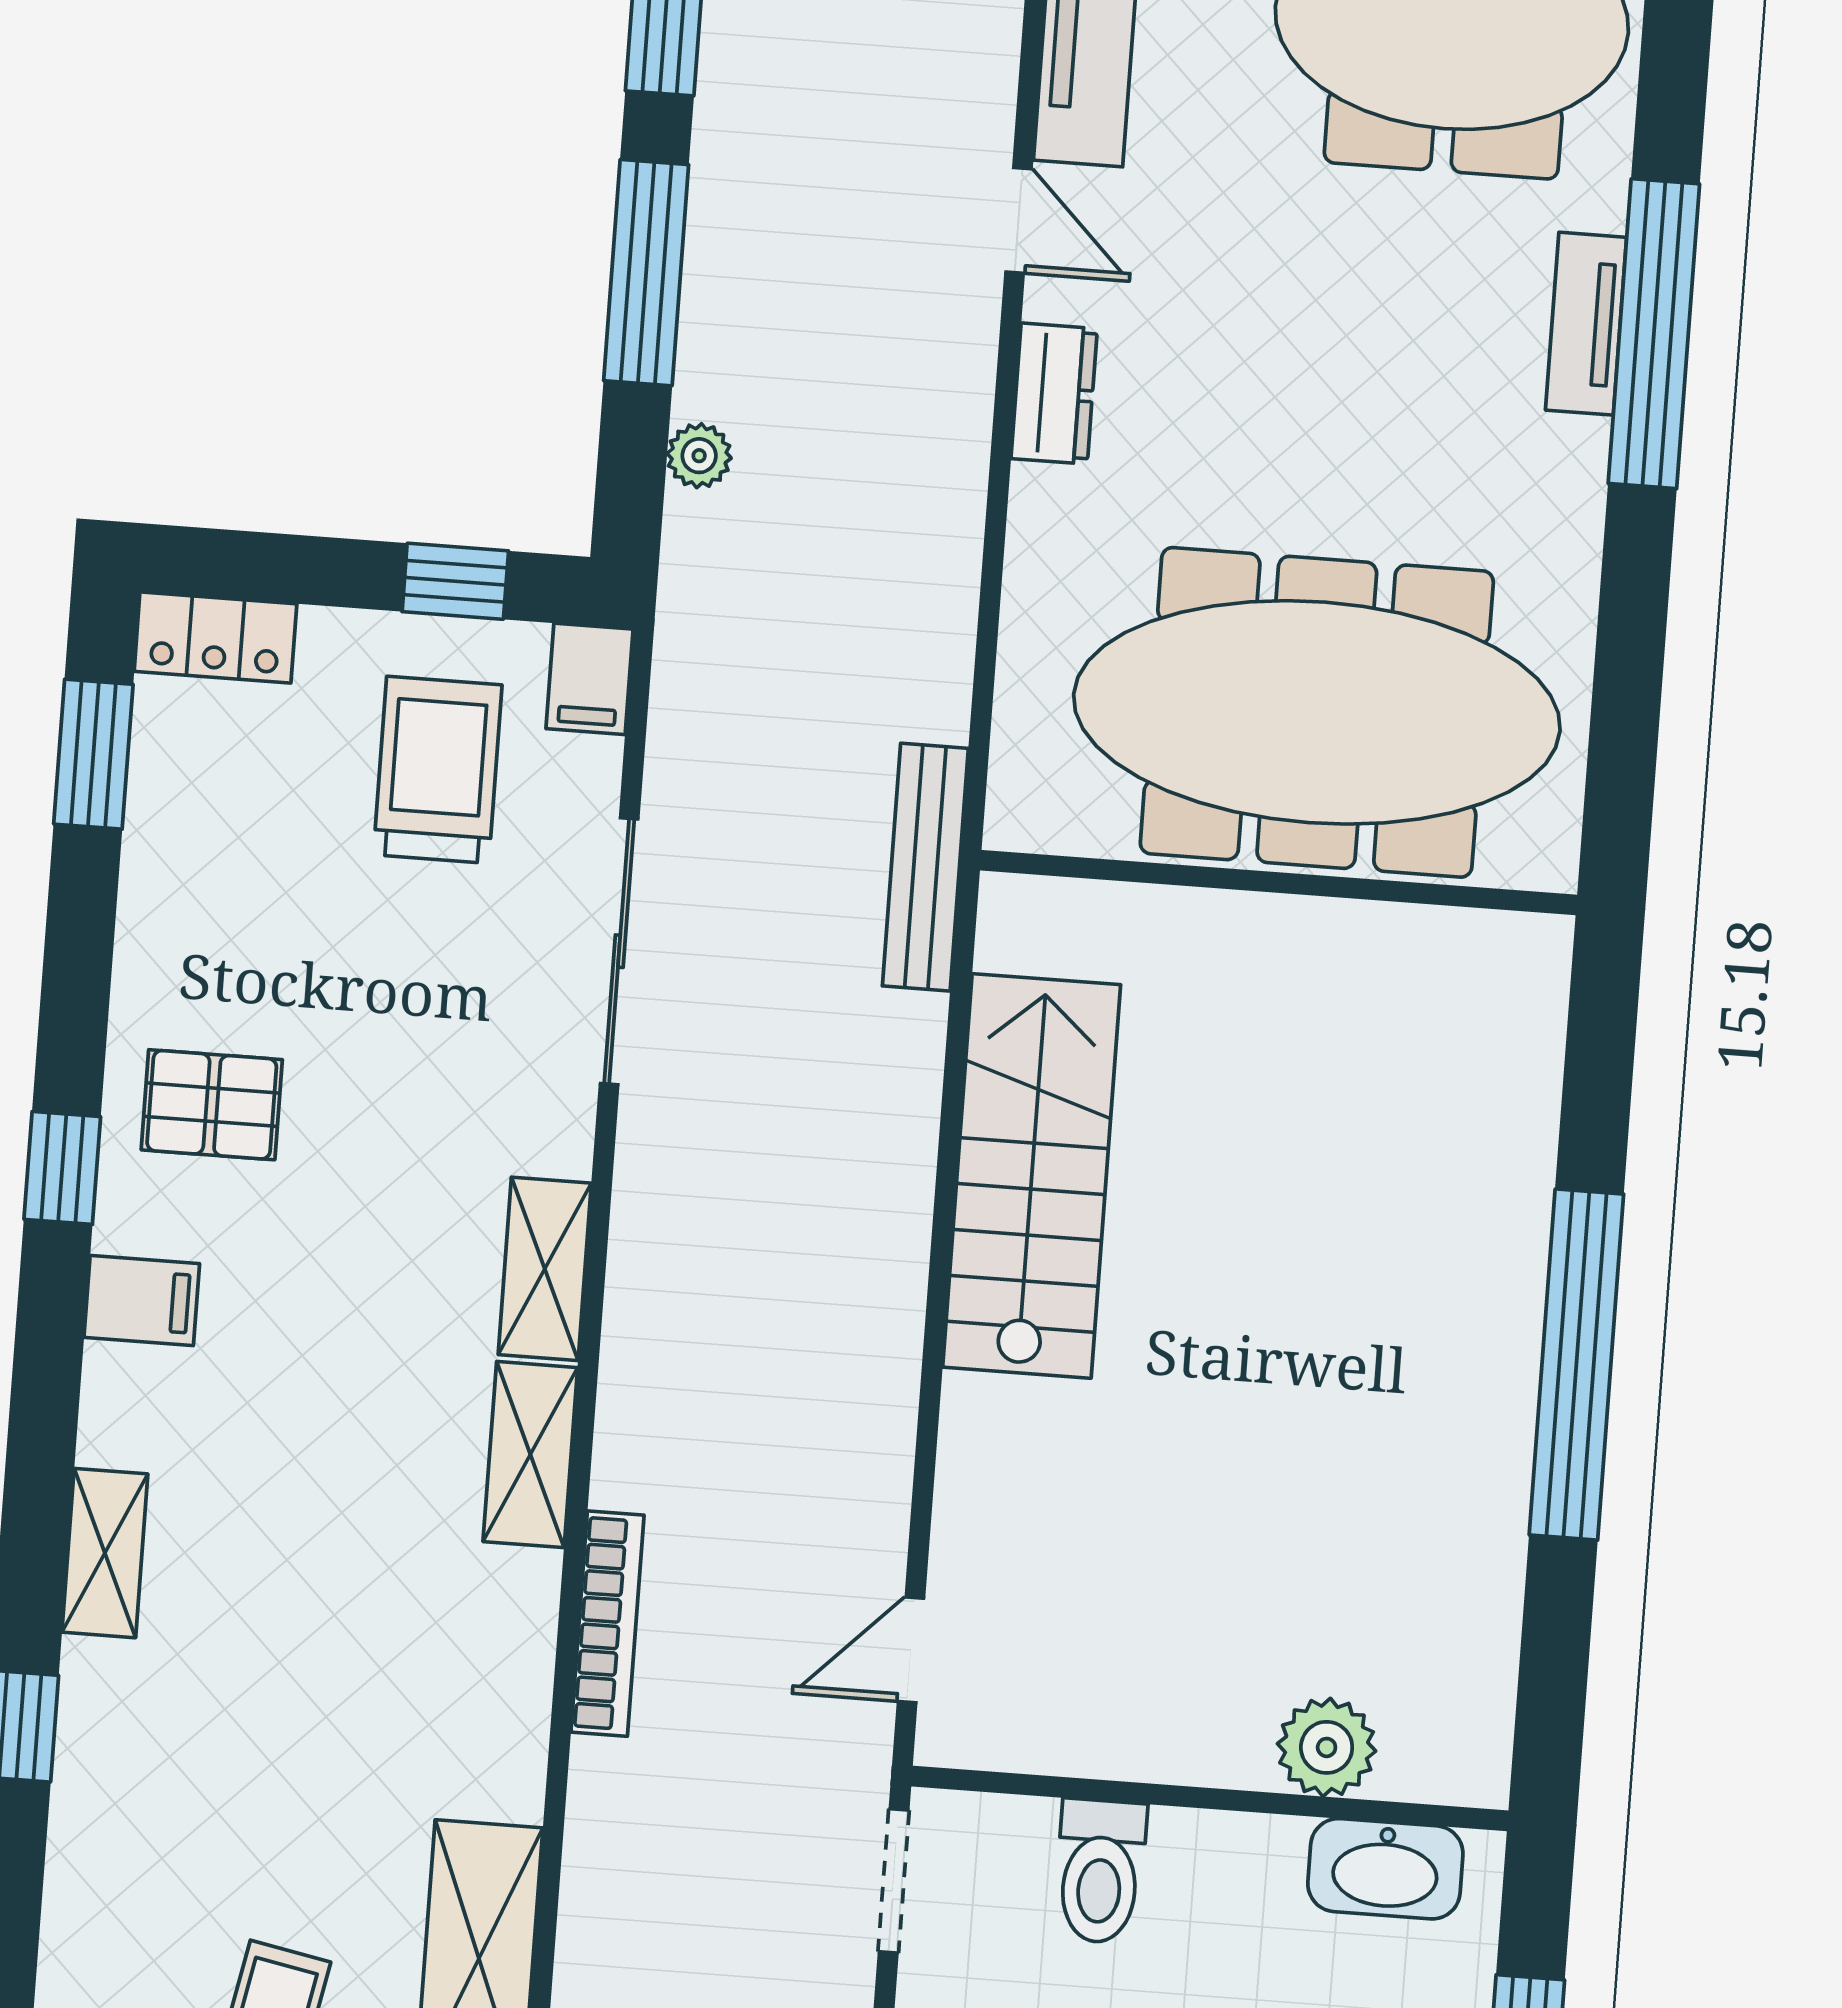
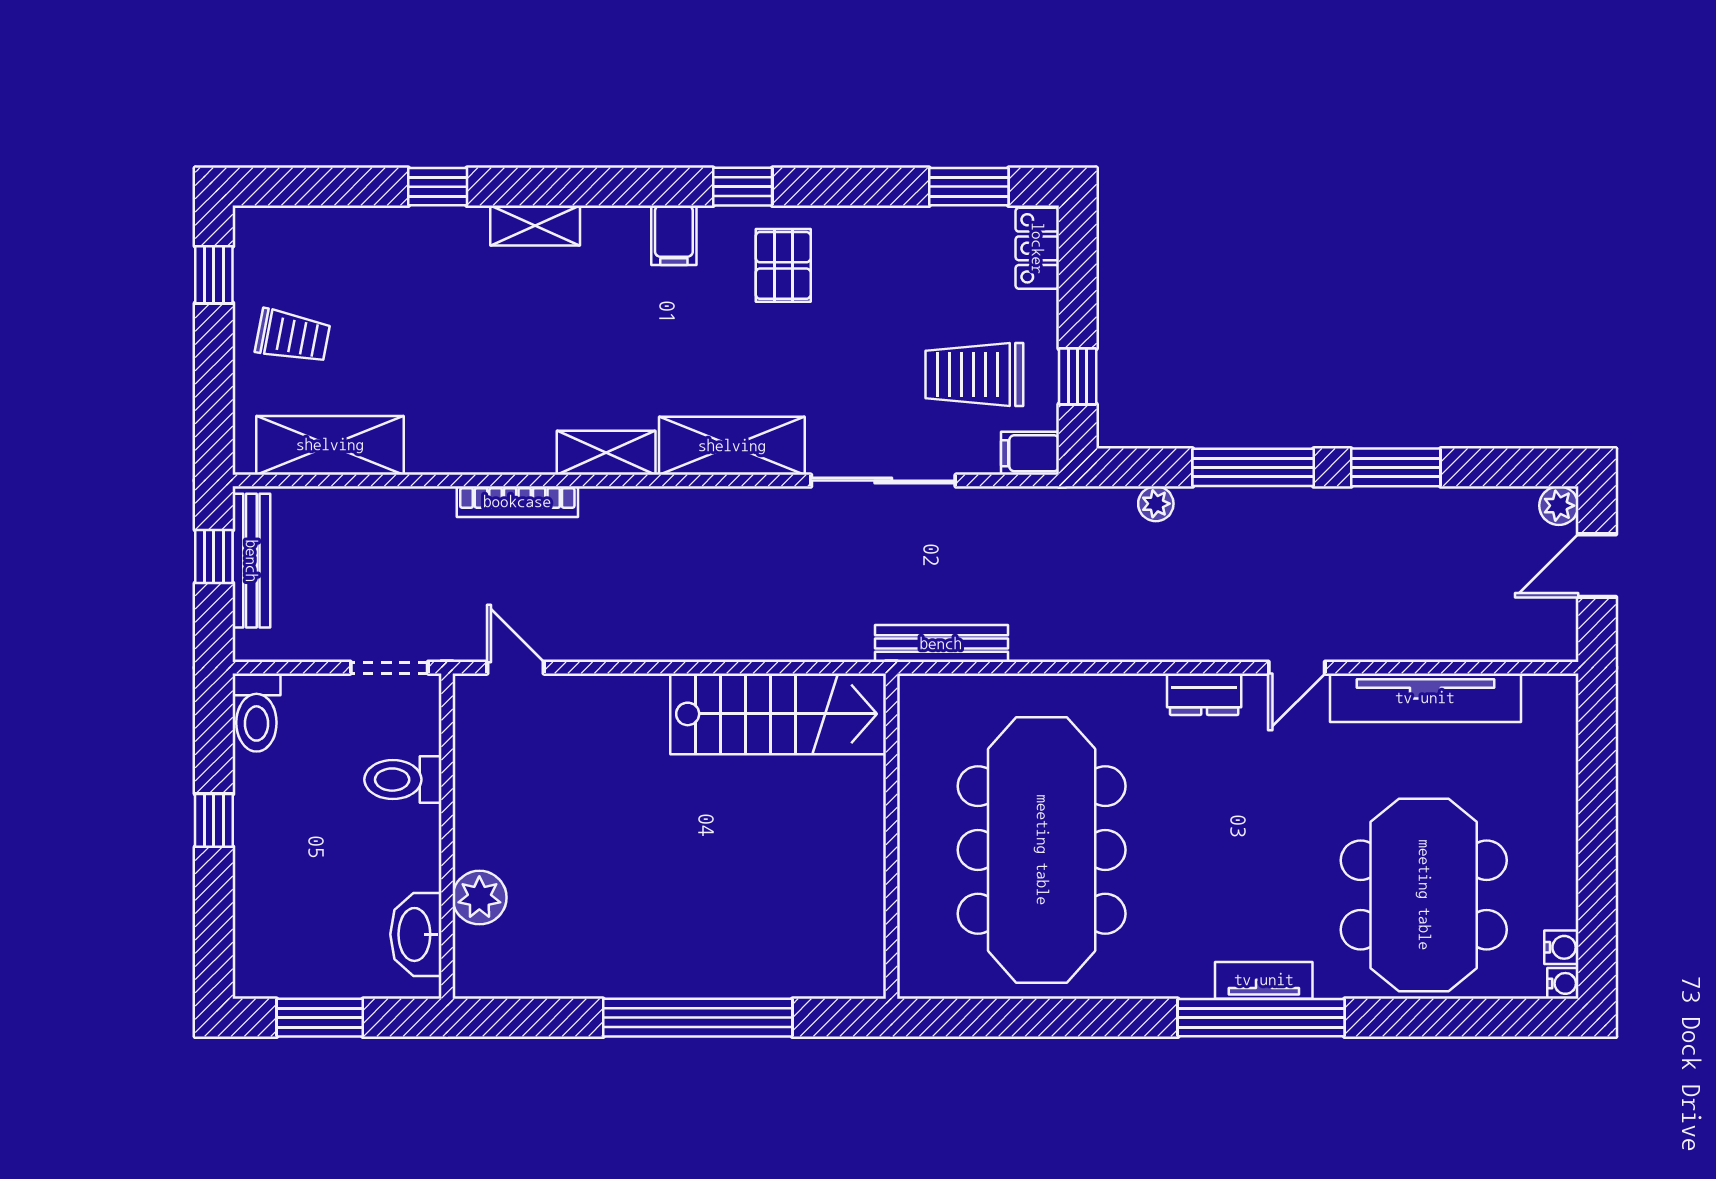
trolley: (438, 770) -> (974, 375), turned 180
wall: (1279, 882) -> (891, 836), moved
shelving: (545, 1269) -> (732, 446), width x1.50, depth x1.33

